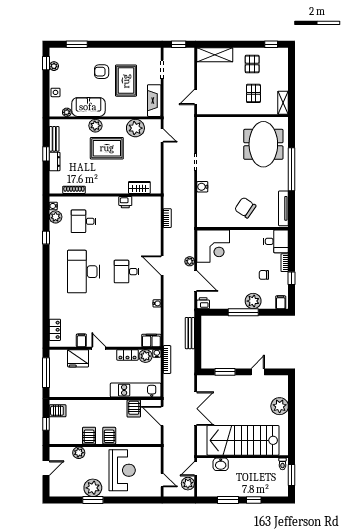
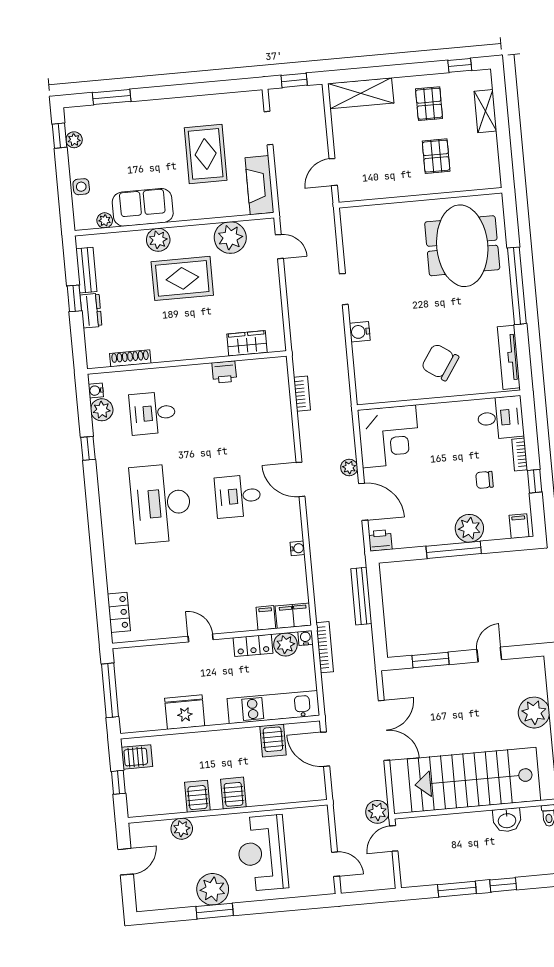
armchair: (102, 72) -> (160, 142), removed
shelving: (283, 103) -> (485, 111), moved
filing cabinet: (81, 340) -> (266, 618), moved
fridge: (78, 358) -> (185, 712), moved, turned 180
washbasin: (221, 464) -> (507, 820), moved
reception desk: (122, 470) -> (262, 853), turned 180
plant: (188, 484) -> (377, 812), moved

